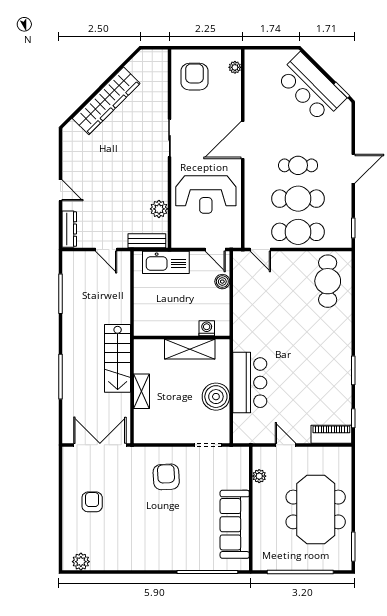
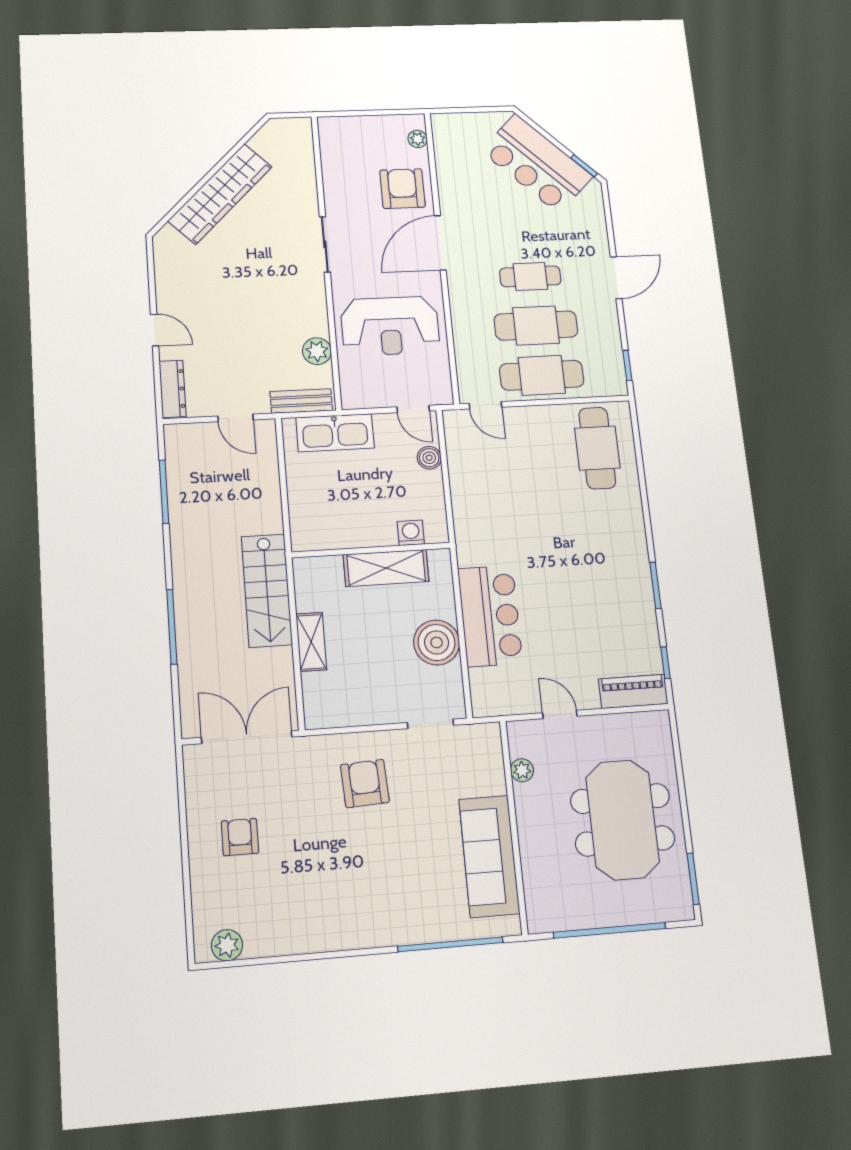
armchair: (195, 77) -> (402, 189), moved

